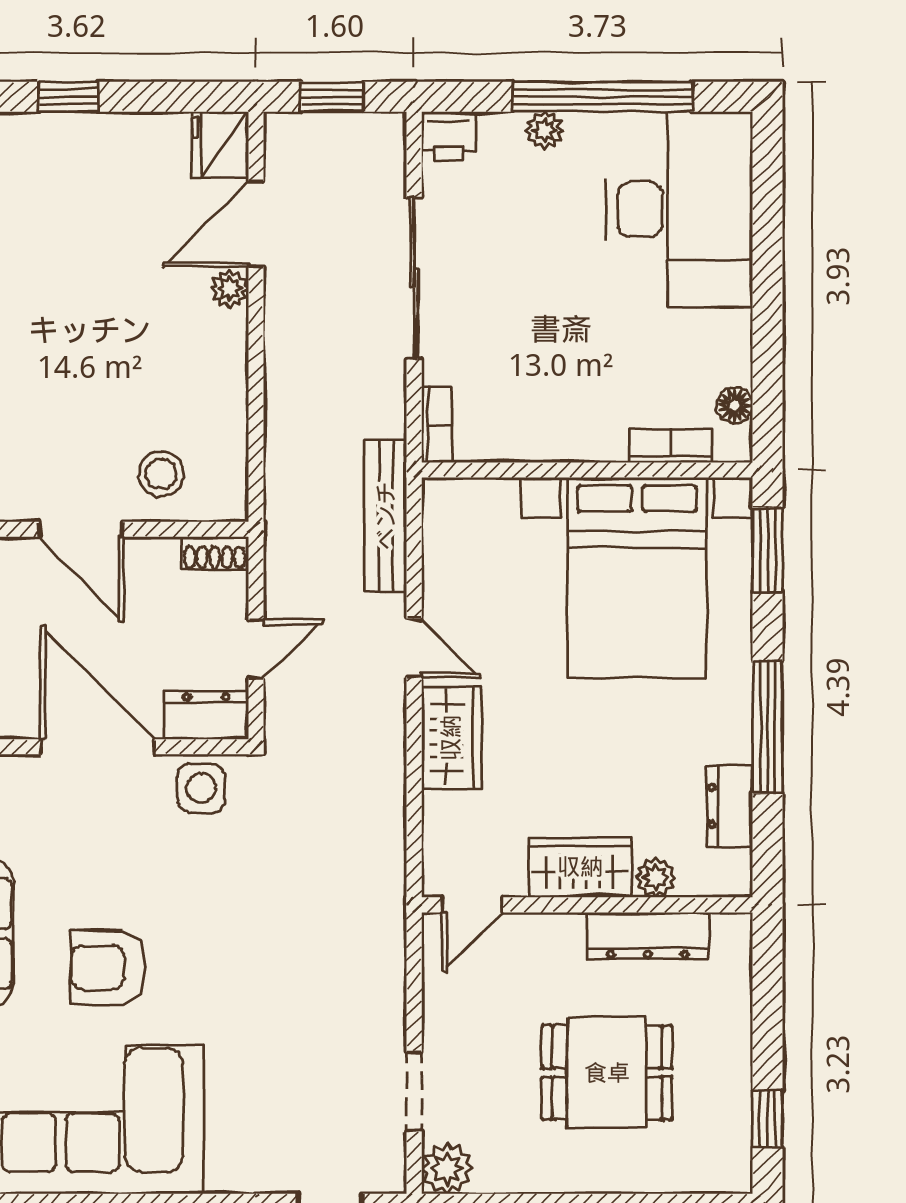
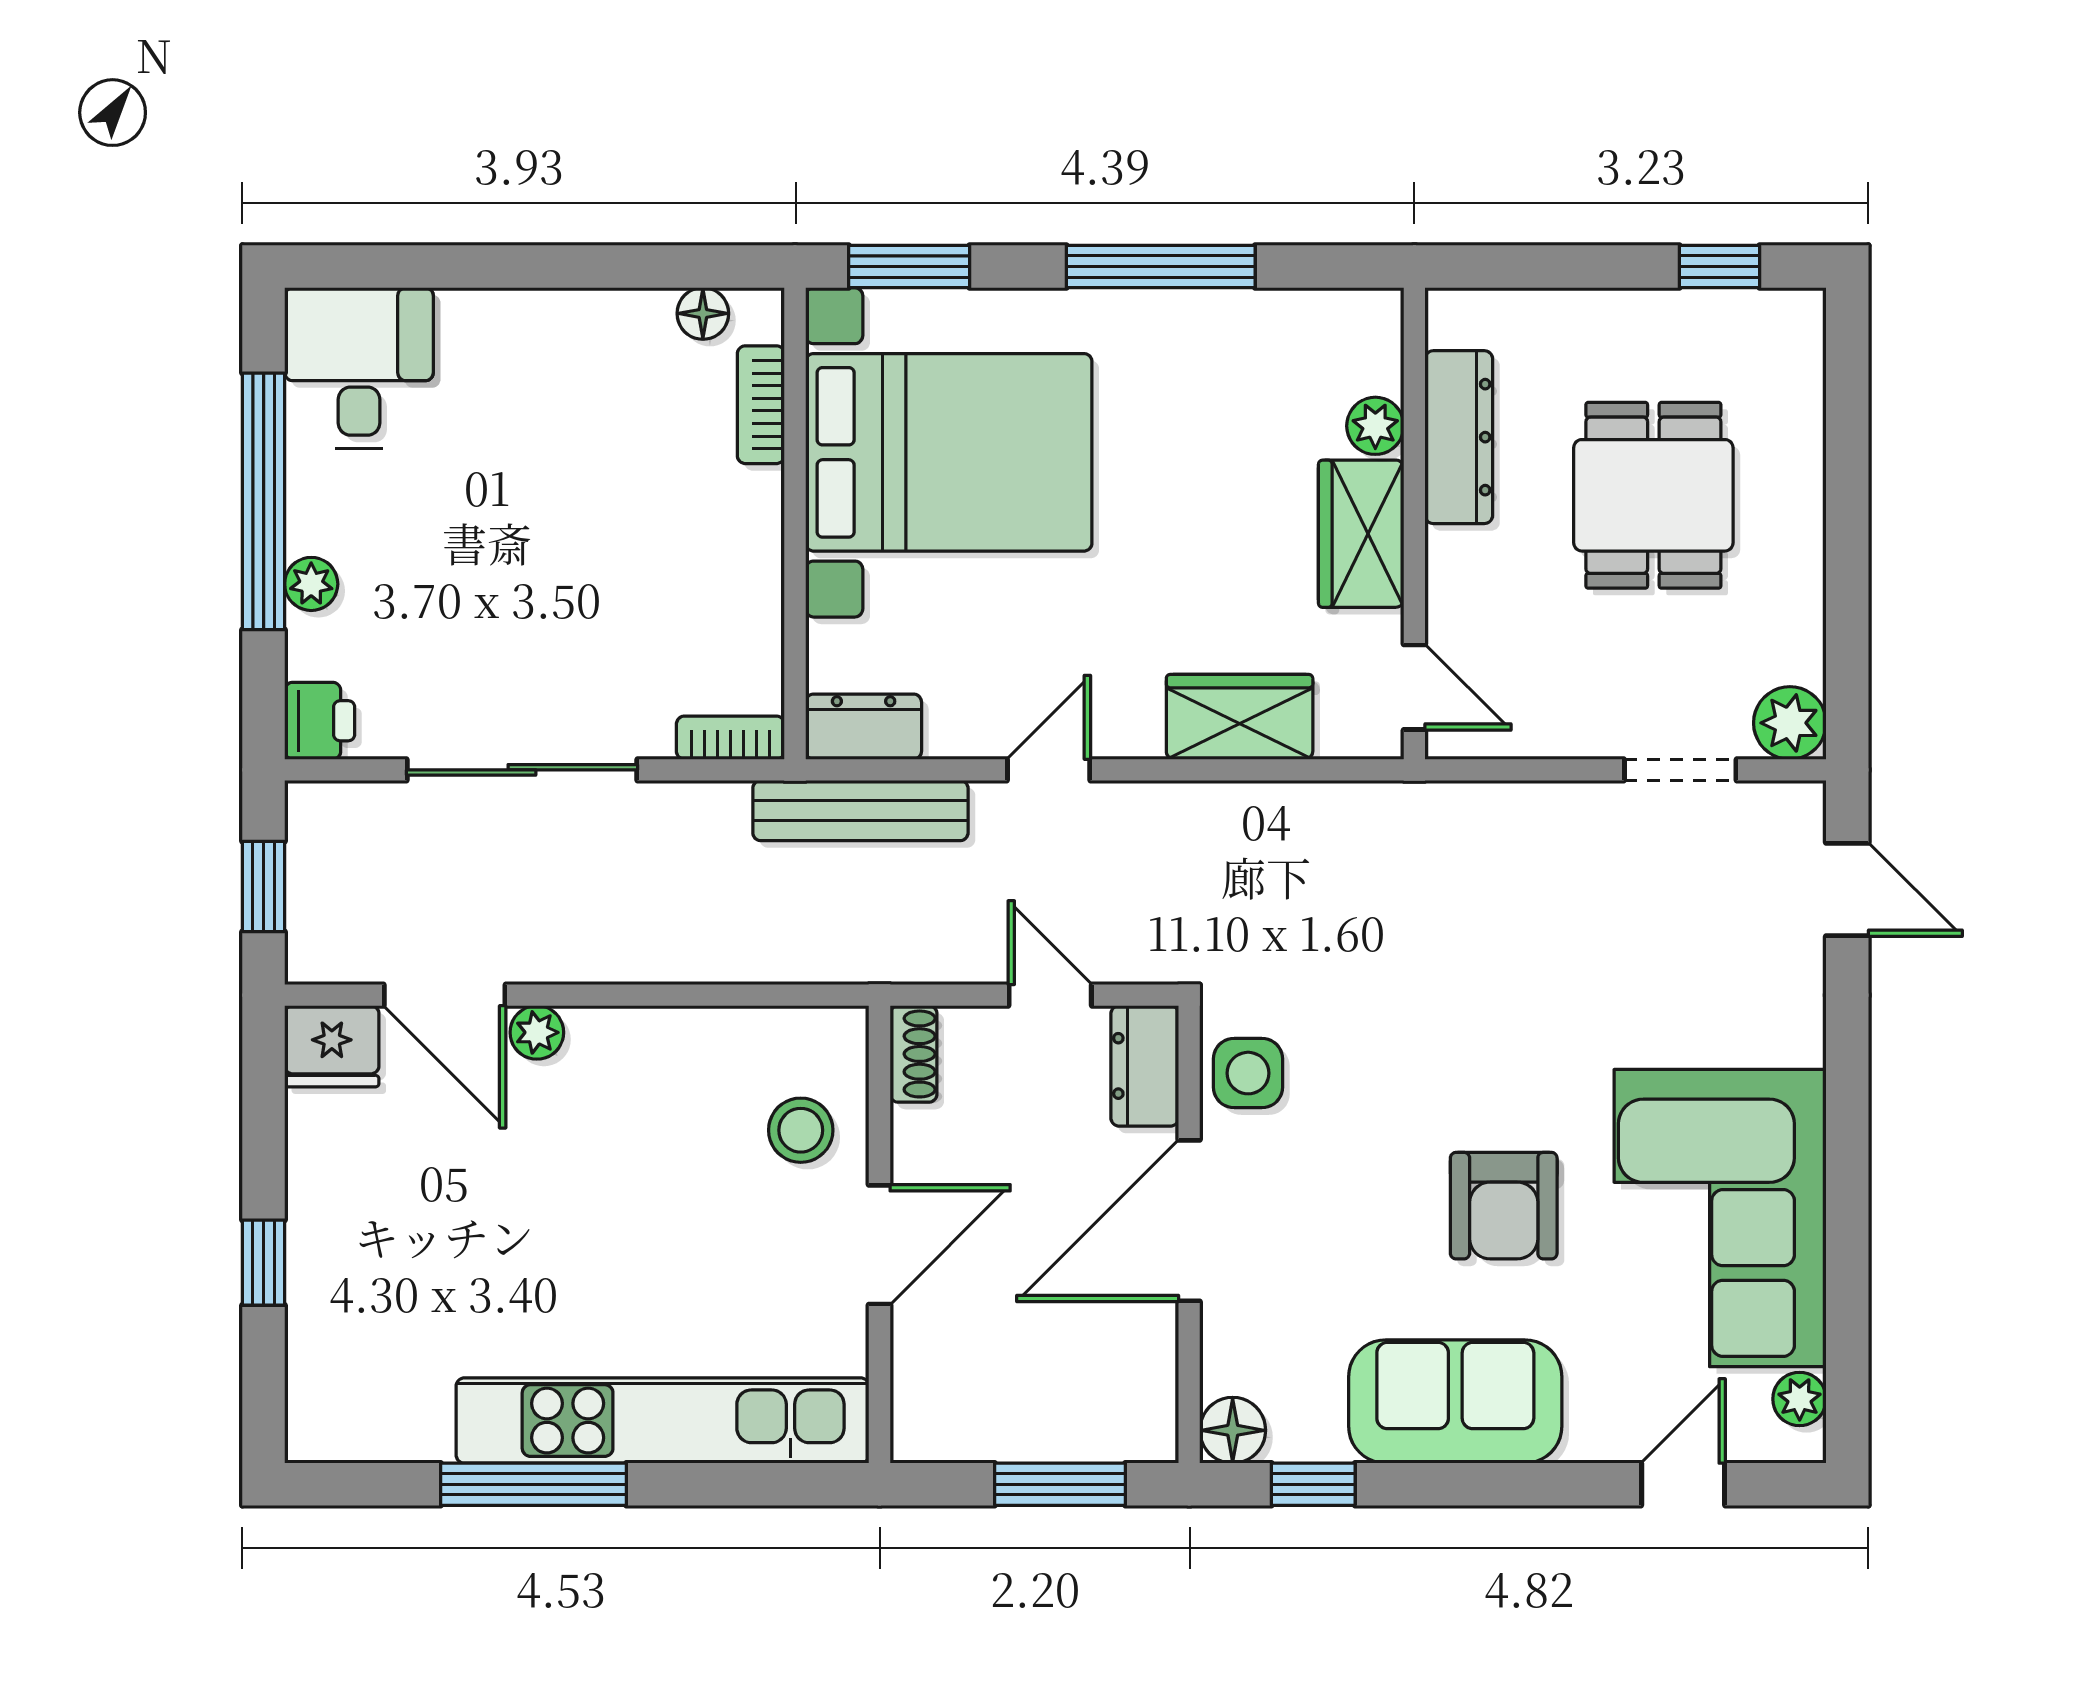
desk: (679, 209) -> (359, 368), width x0.53, depth x0.77
wardrobe: (451, 738) -> (1240, 717), moved
dresser: (730, 806) -> (864, 727), moved, turned 180

